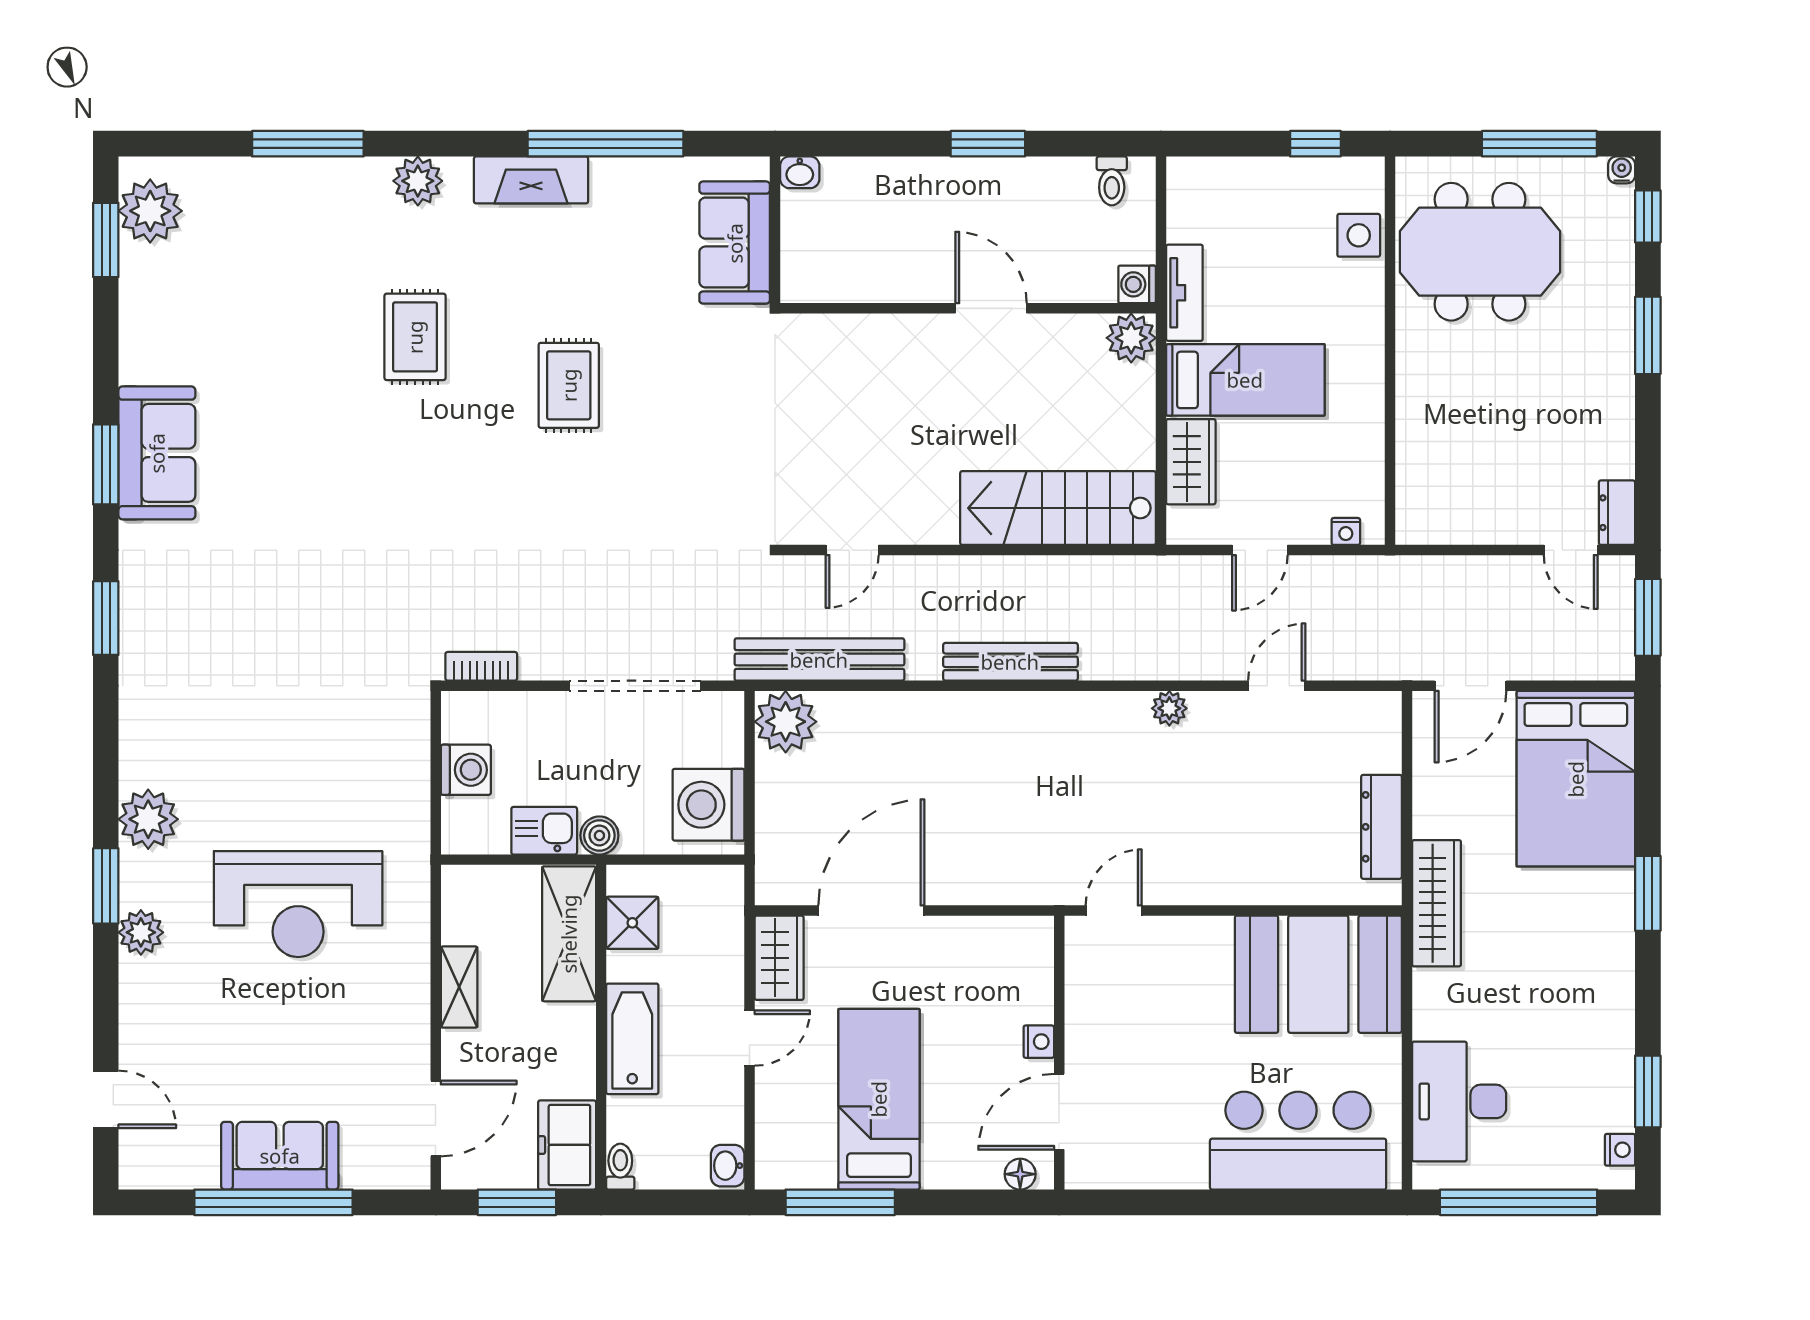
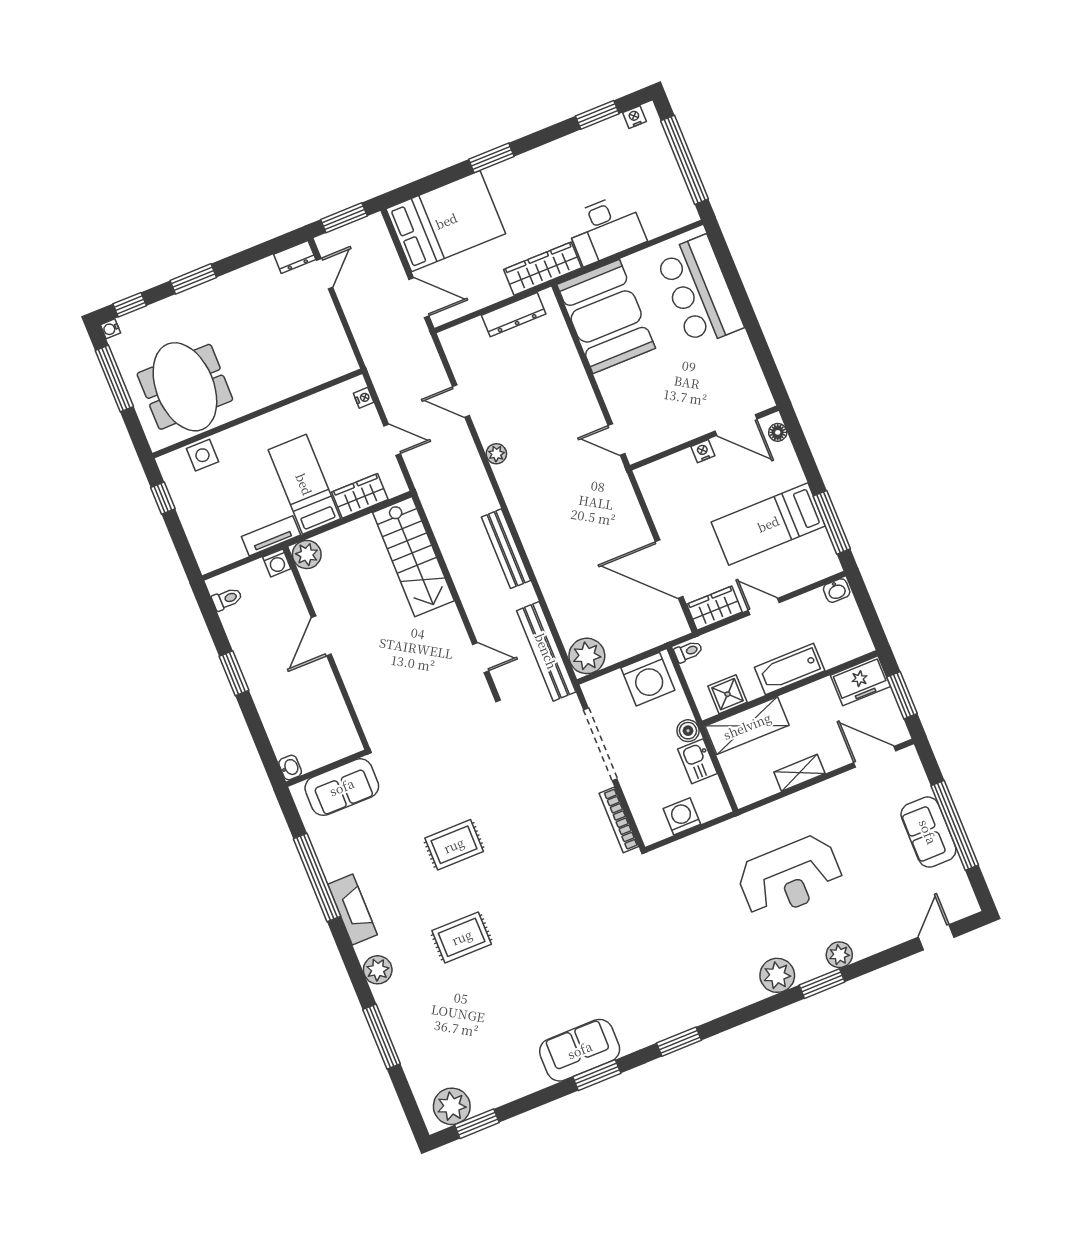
bookcase: (481, 666) -> (619, 820), width x1.56
reception desk: (298, 904) -> (790, 877), turned 90
desk: (1459, 1101) -> (605, 229), moved
toilet: (620, 1167) -> (688, 651), moved, turned 180

